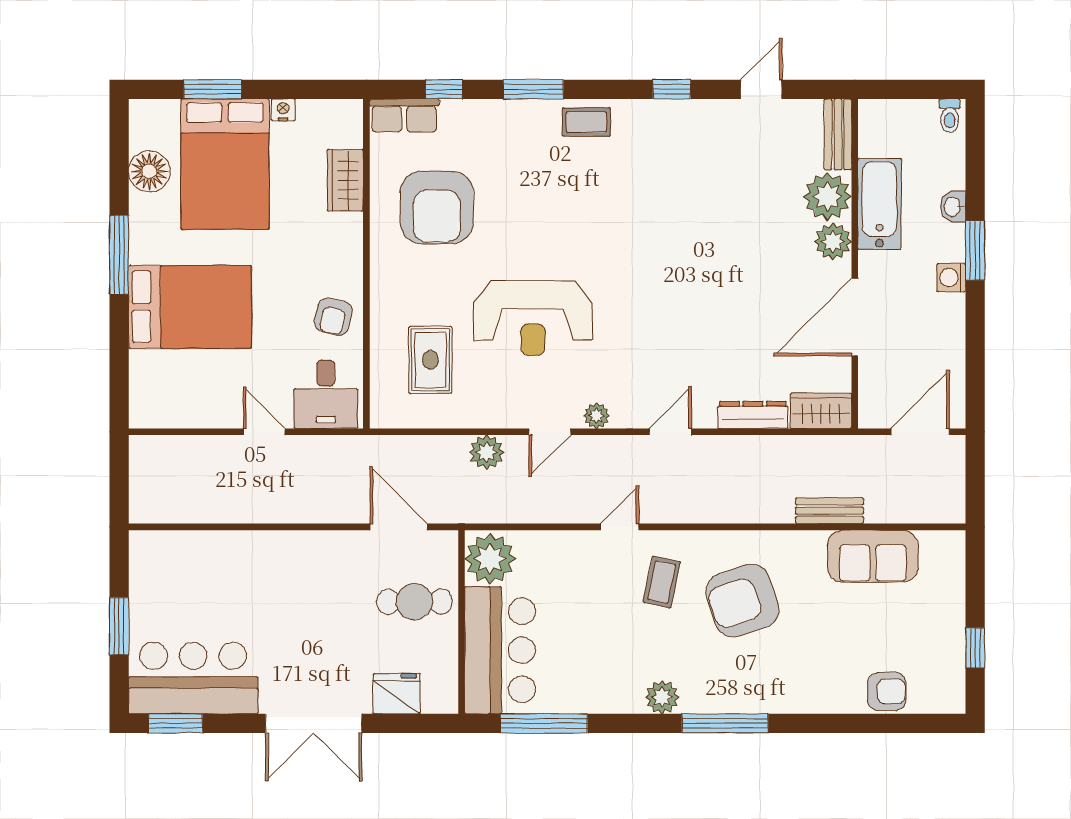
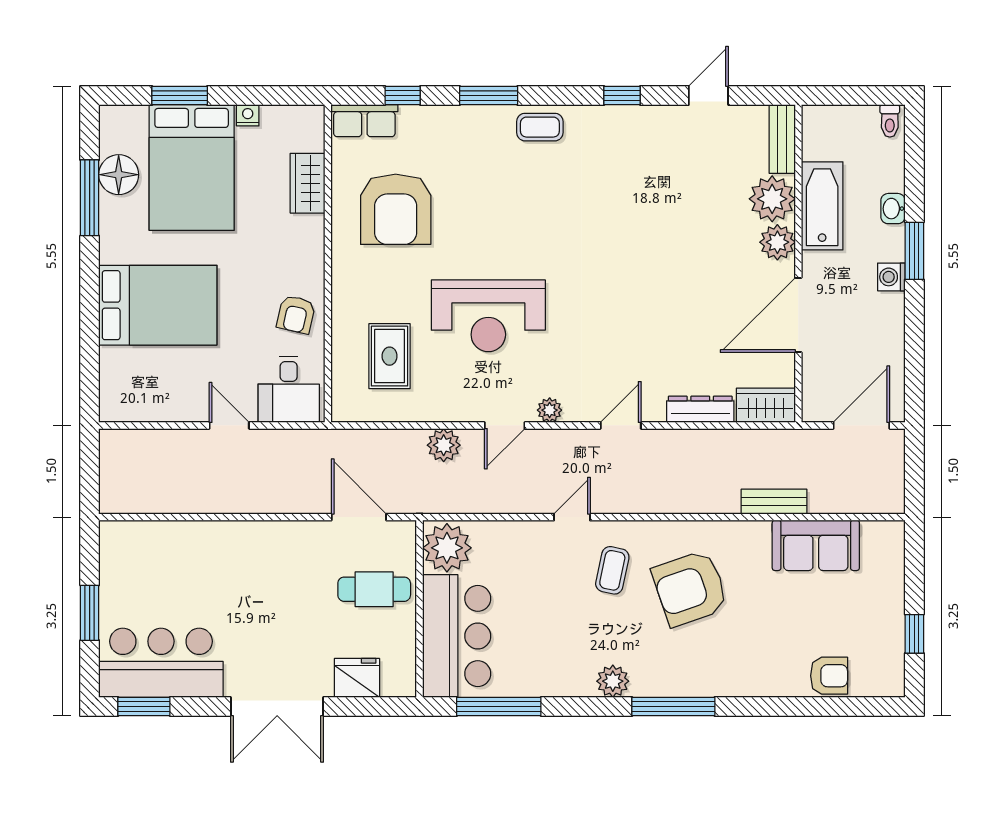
window: (119, 255) -> (90, 198), moved

